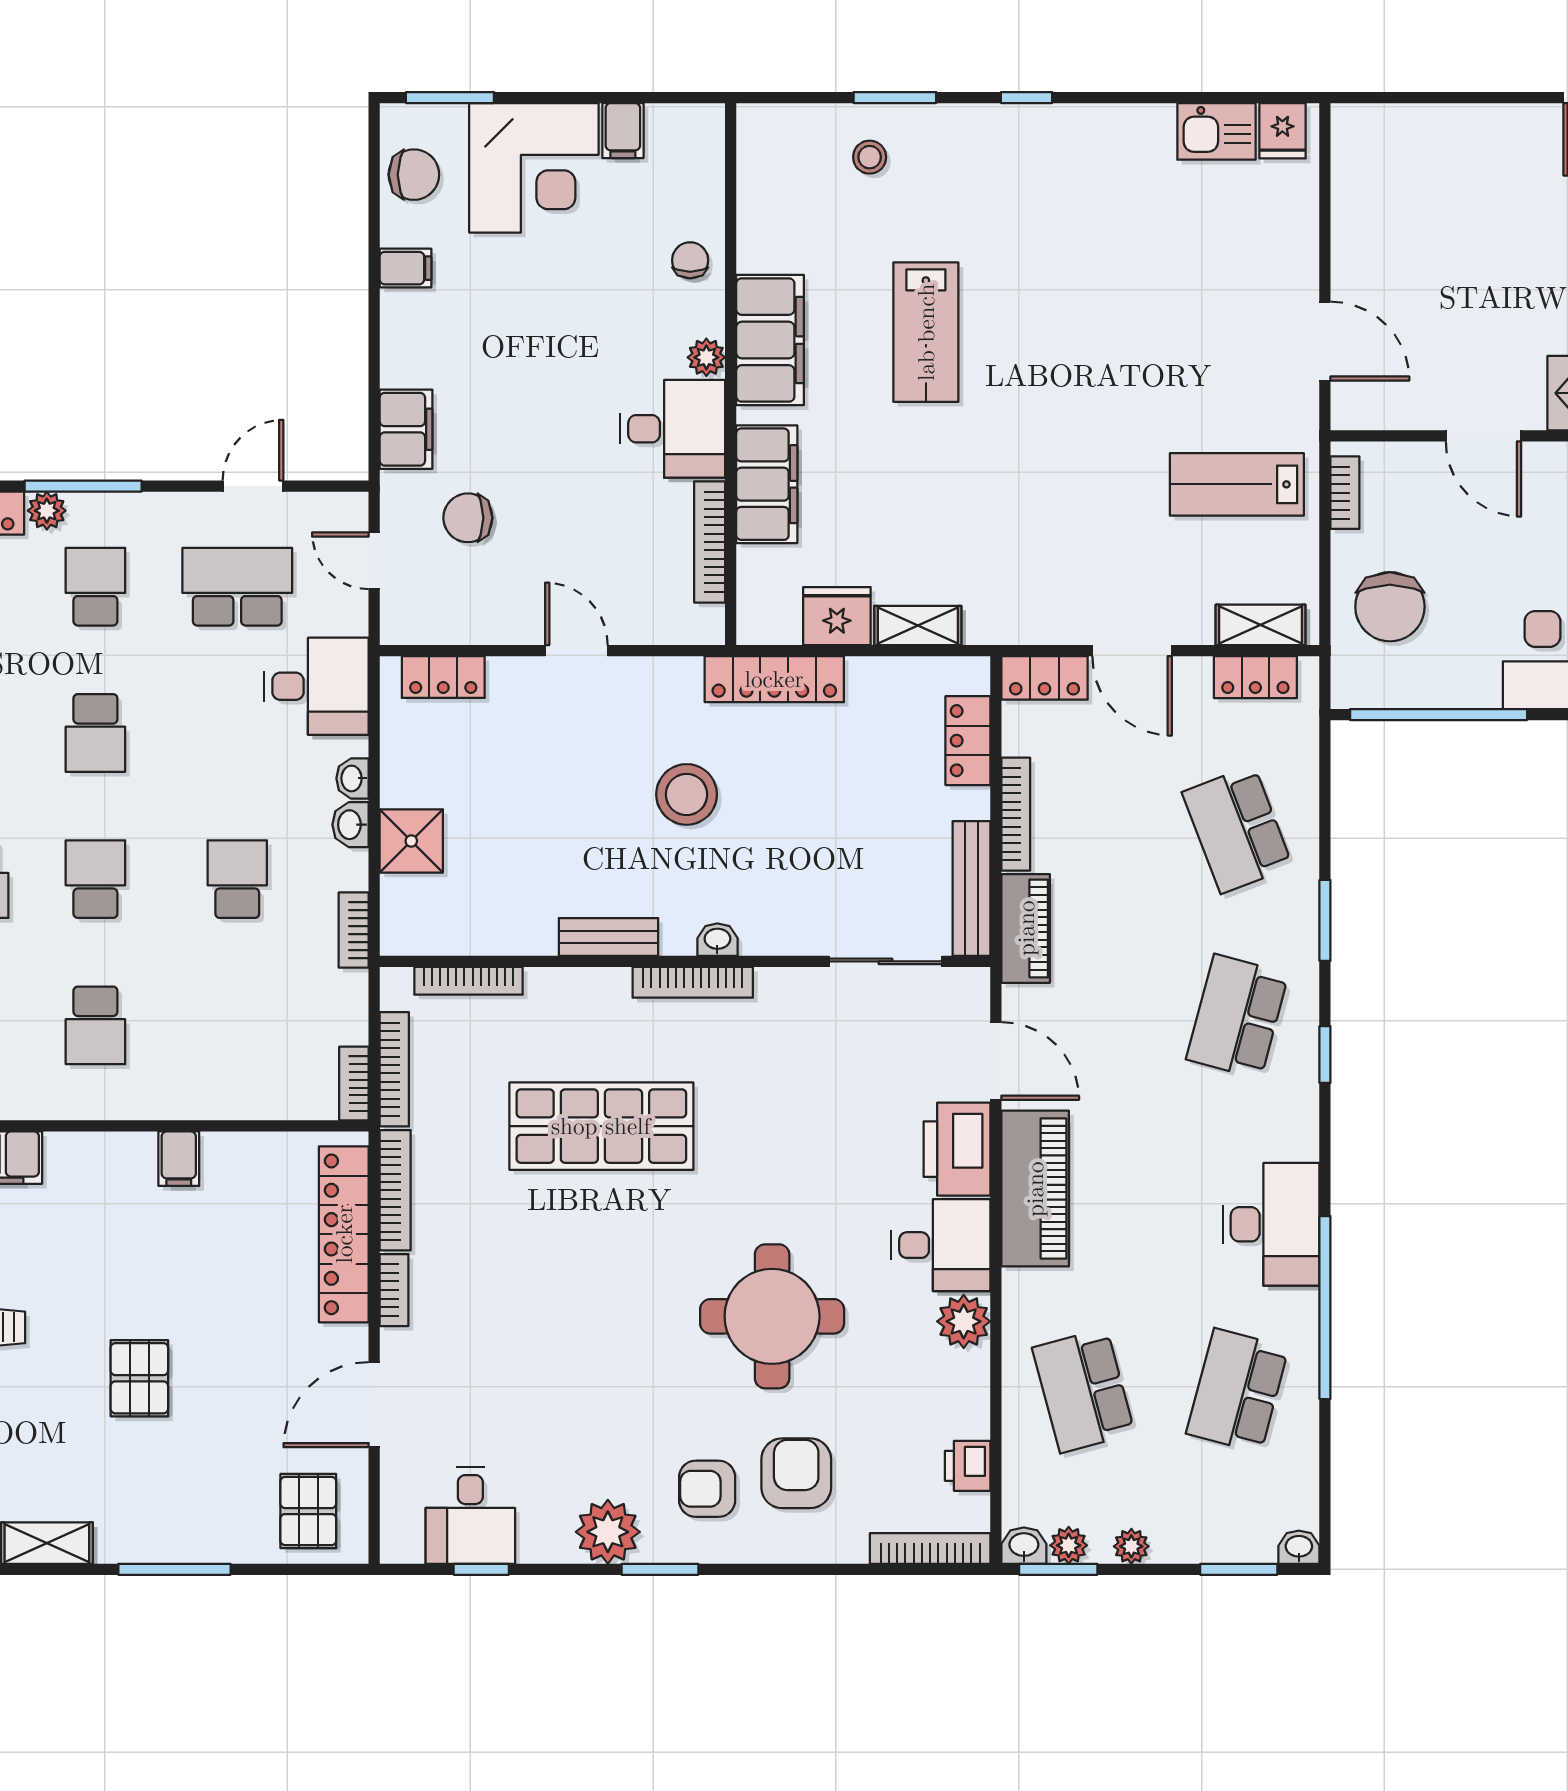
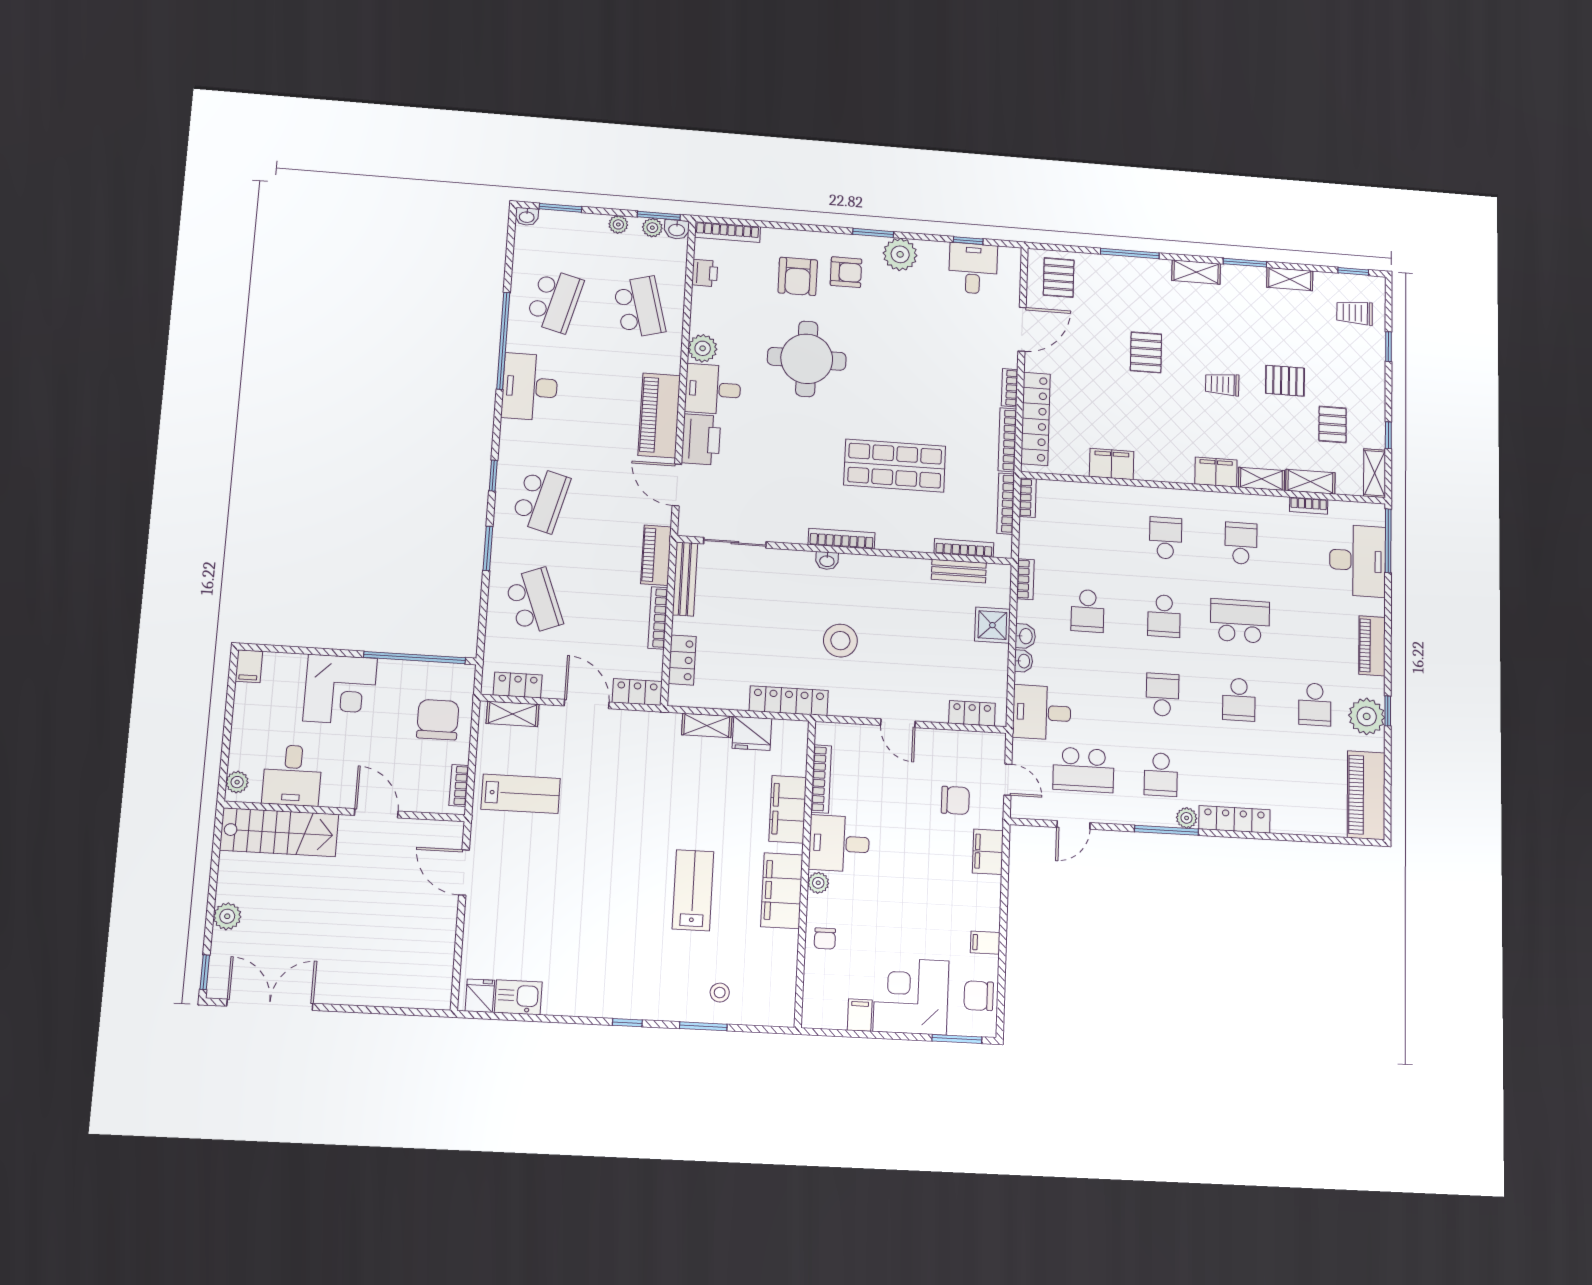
bench: (608, 937) -> (959, 571), moved
filing cabinet: (179, 1159) -> (1112, 464), width x2.00

